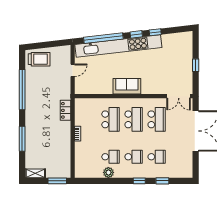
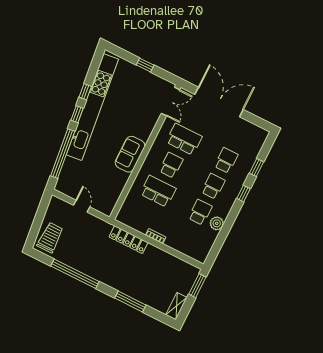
kitchen unit: (118, 46) -> (92, 107), moved
locker: (65, 110) -> (129, 240), width x1.53
school desk: (134, 119) -> (171, 165), width x0.54

